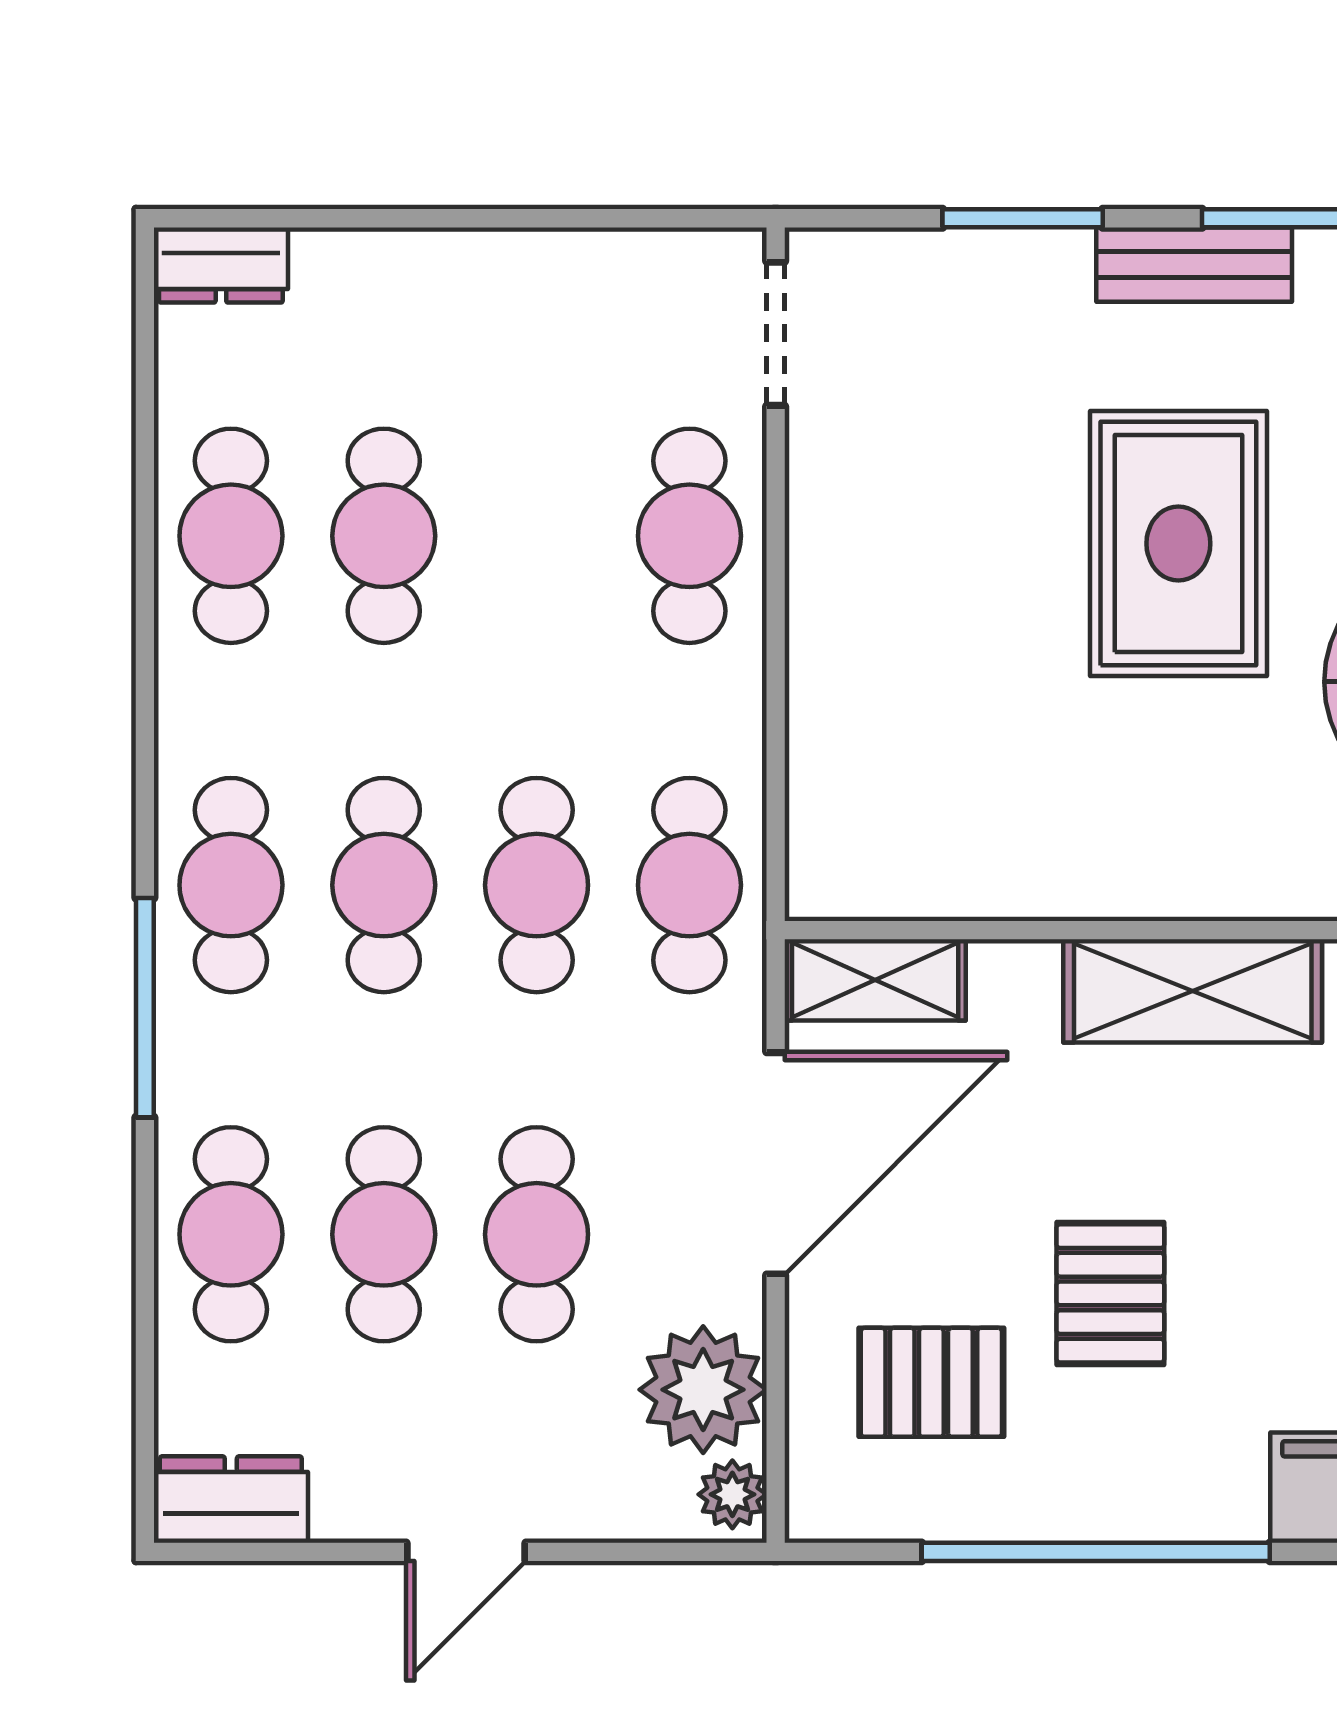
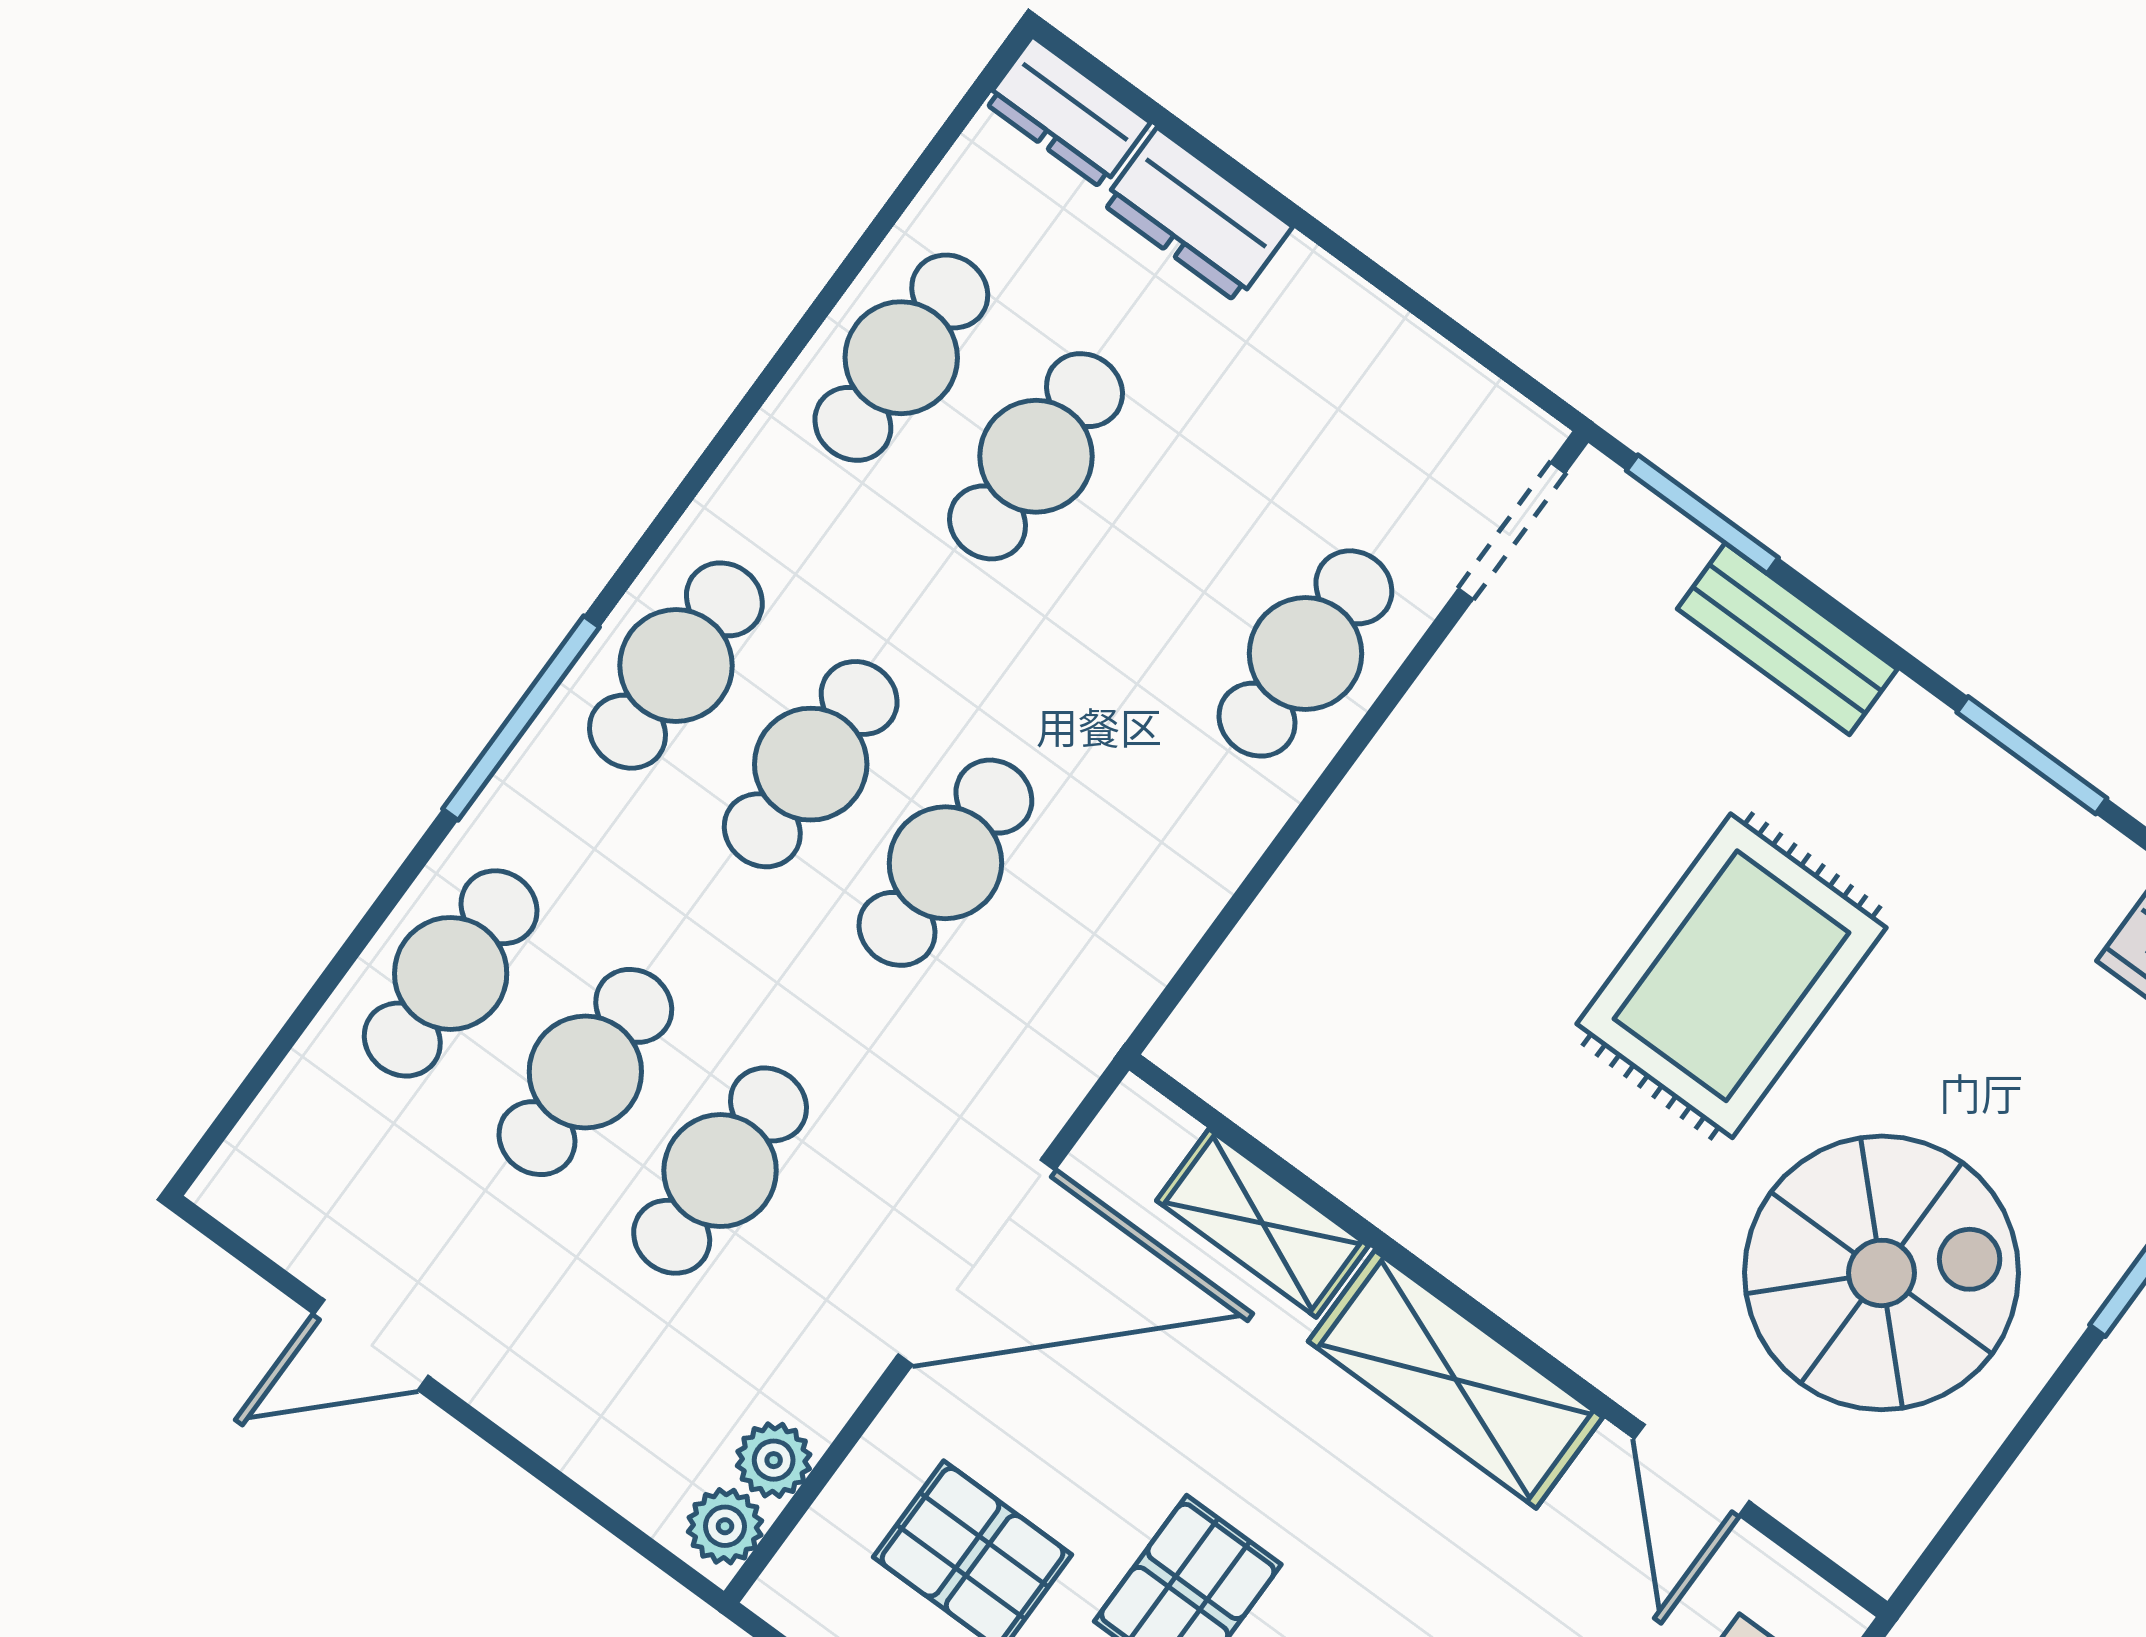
window: (1023, 218) -> (1702, 514), moved
bench: (1194, 265) -> (1787, 639), moved
cafe table: (689, 885) -> (1080, 961), removed
shelving: (875, 980) -> (1262, 1223), moved
plant: (703, 1390) -> (774, 1460), width x0.53, depth x0.53
dresser: (231, 1500) -> (1197, 215), moved, turned 180
door: (466, 1552) -> (371, 1345), moved

